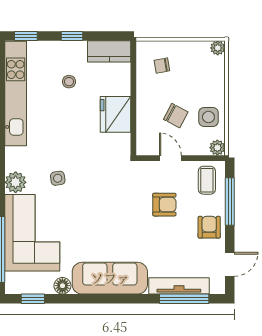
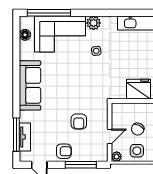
door: (170, 158) -> (110, 136), moved
coffee table: (207, 180) -> (95, 150), removed
floor lamp: (62, 286) -> (25, 35), moved
tv unit: (179, 286) -> (25, 137), width x0.71
window: (33, 299) -> (16, 34), removed

